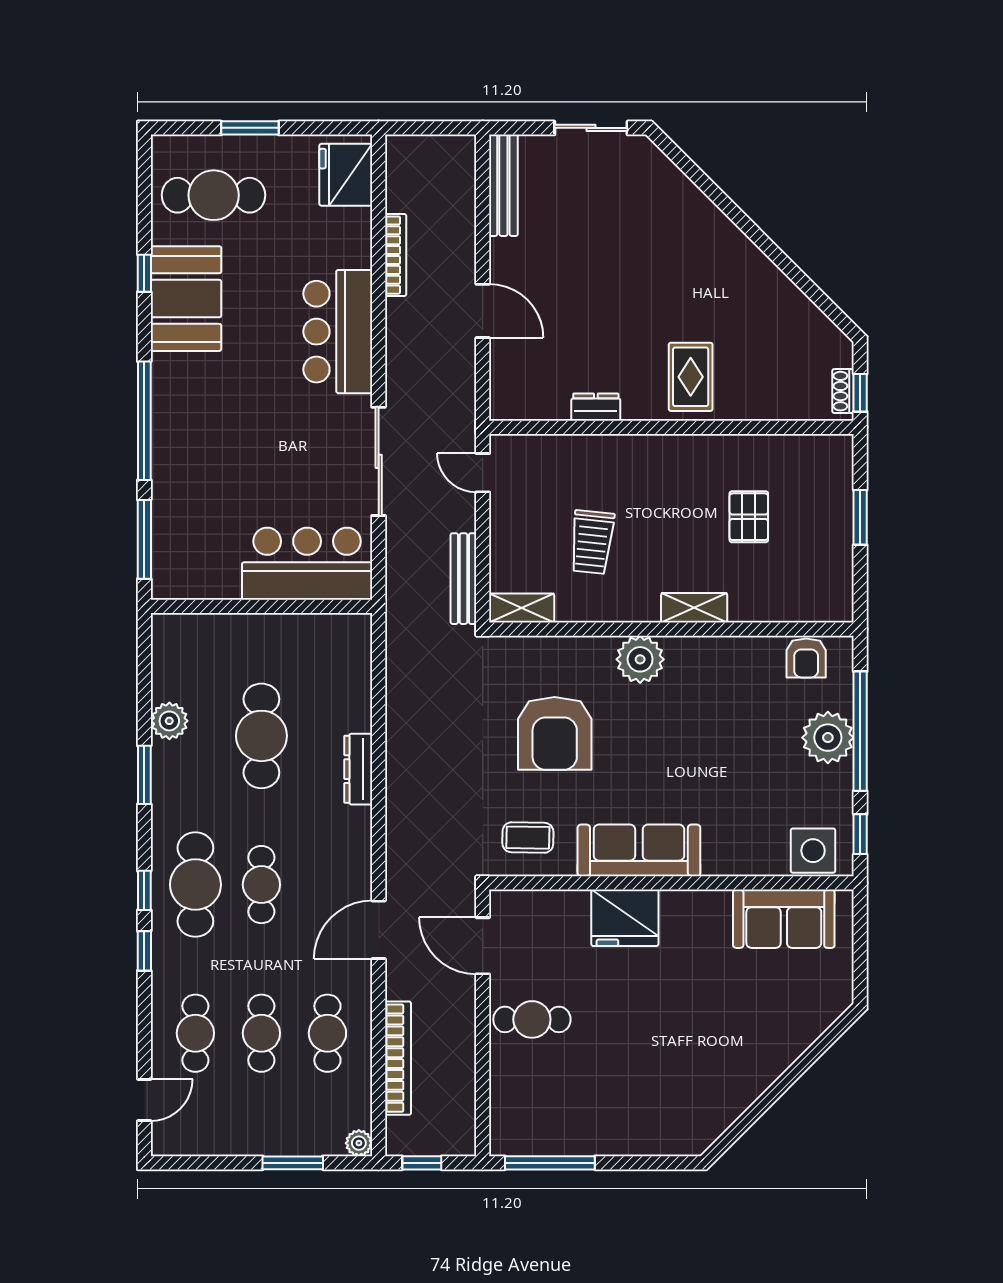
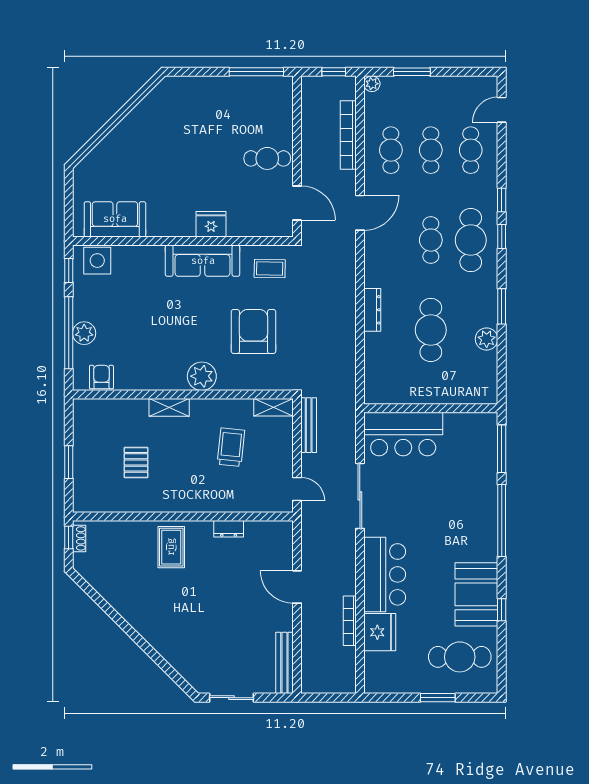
fridge: (346, 175) -> (380, 632), moved
plant: (828, 738) -> (84, 333), width x0.73, depth x0.73
fridge: (625, 918) -> (211, 224), width x0.73, depth x0.75

